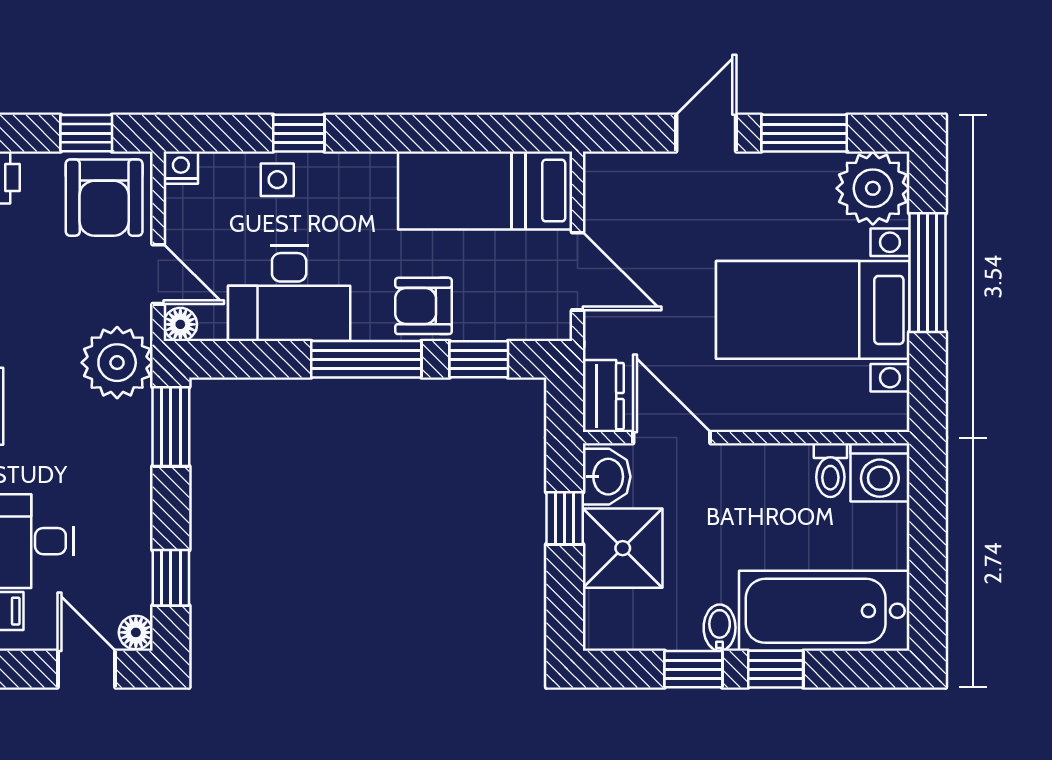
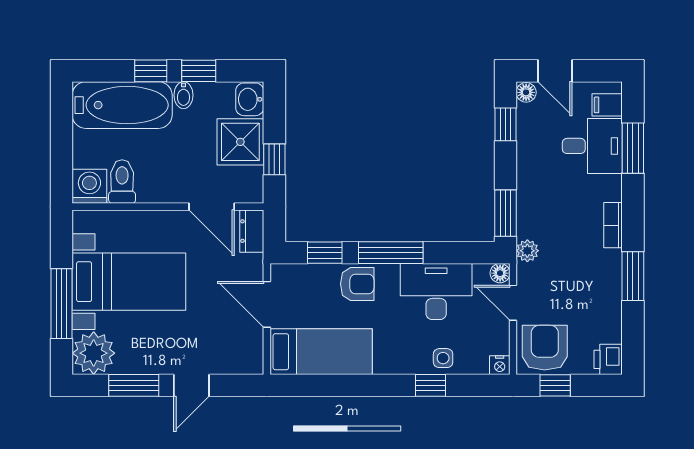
plant: (117, 363) -> (527, 251), width x0.53, depth x0.53
toilet: (830, 470) -> (122, 182), width x1.37, depth x1.39
washbasin: (607, 477) -> (250, 99), moved

